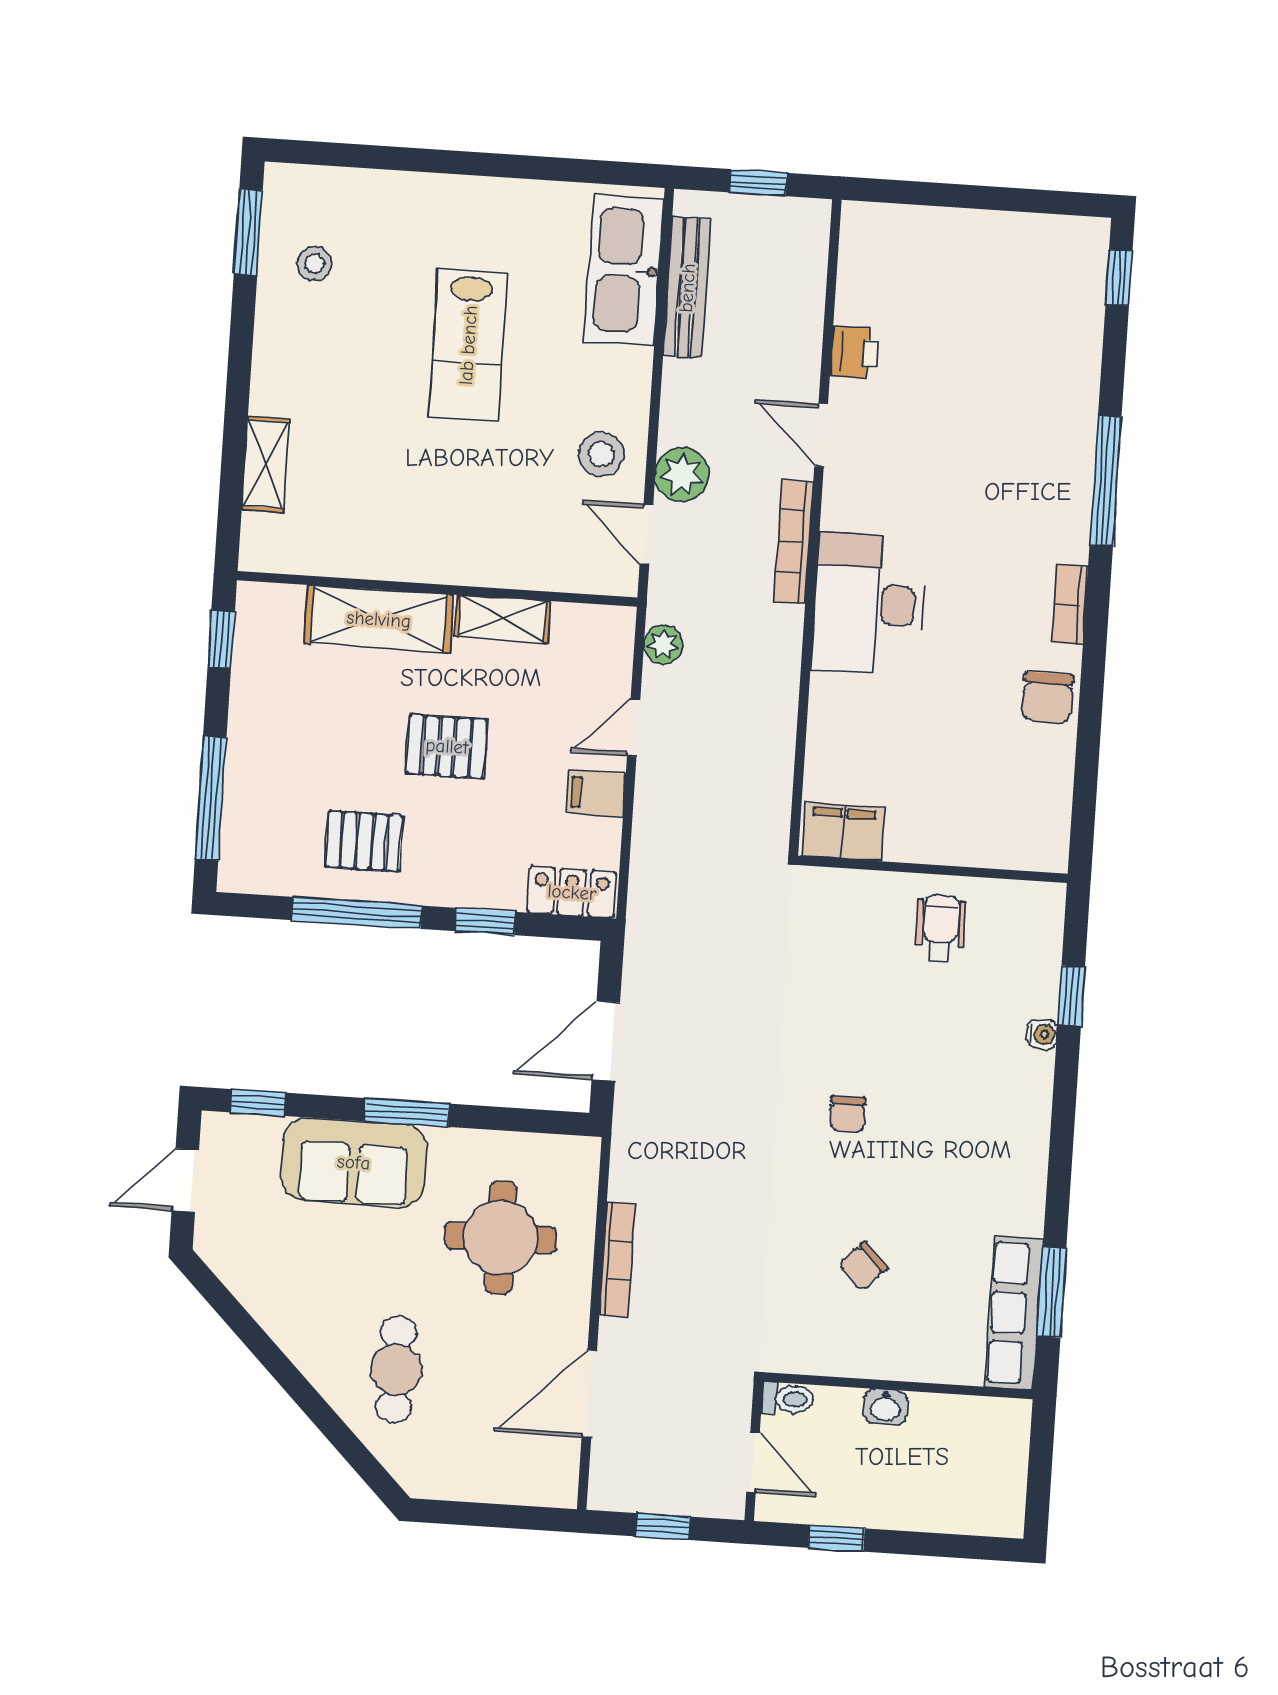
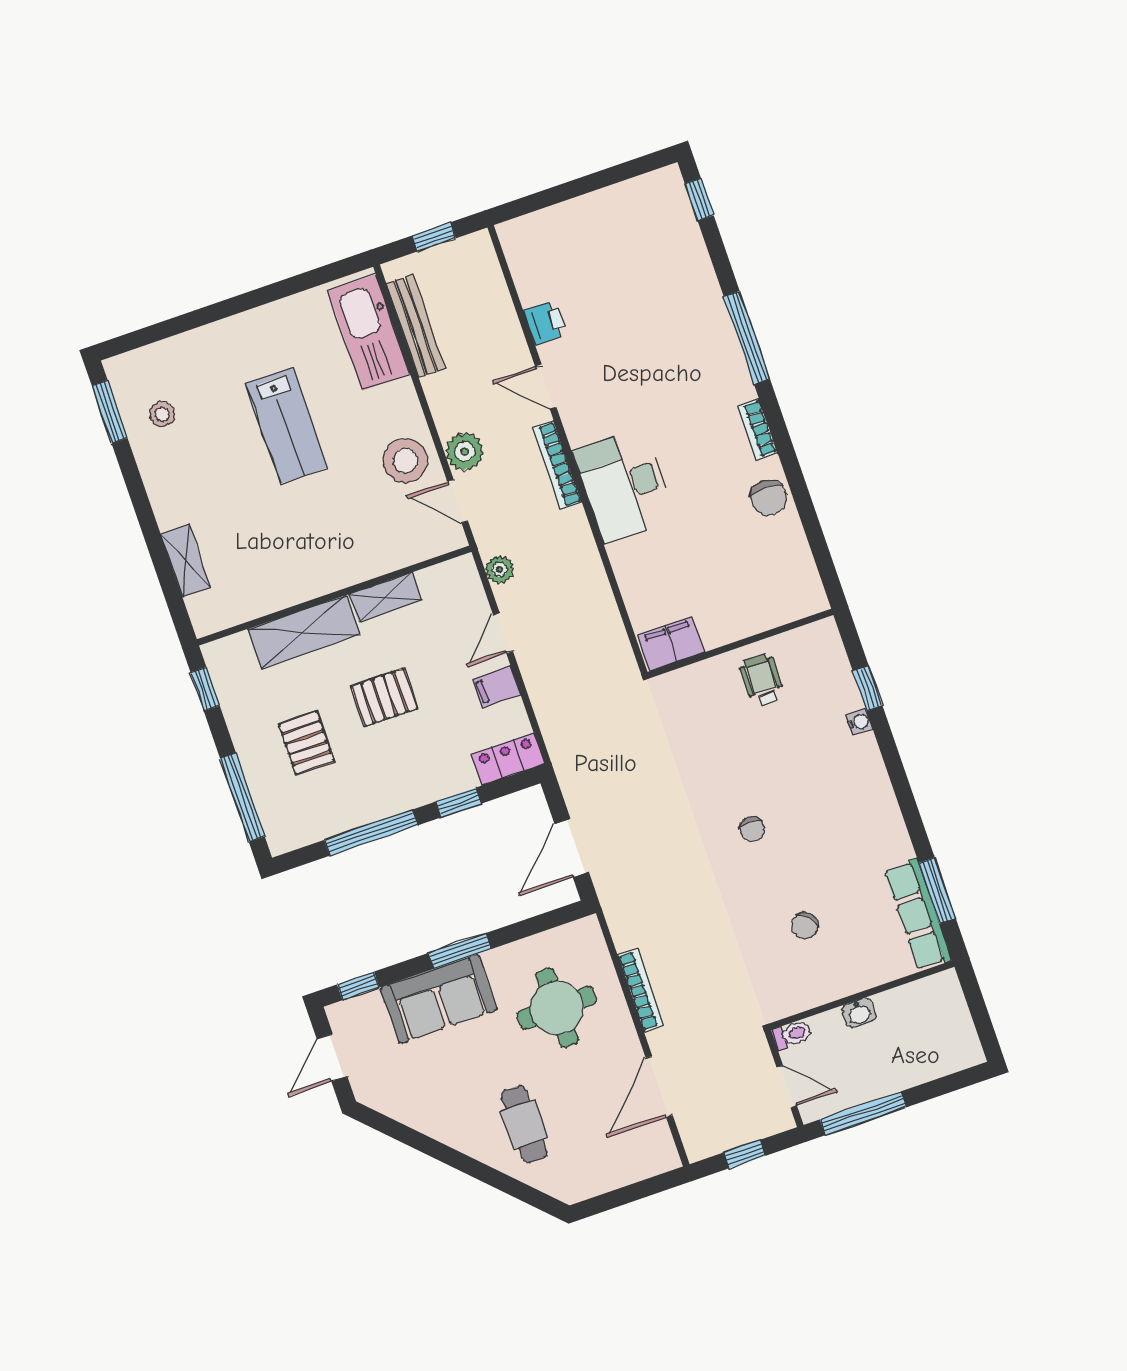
stool: (601, 454) -> (405, 461), width x1.38, depth x1.38
pallet: (364, 841) -> (306, 743), moved, turned 90
window: (836, 1538) -> (863, 1113), width x2.17

